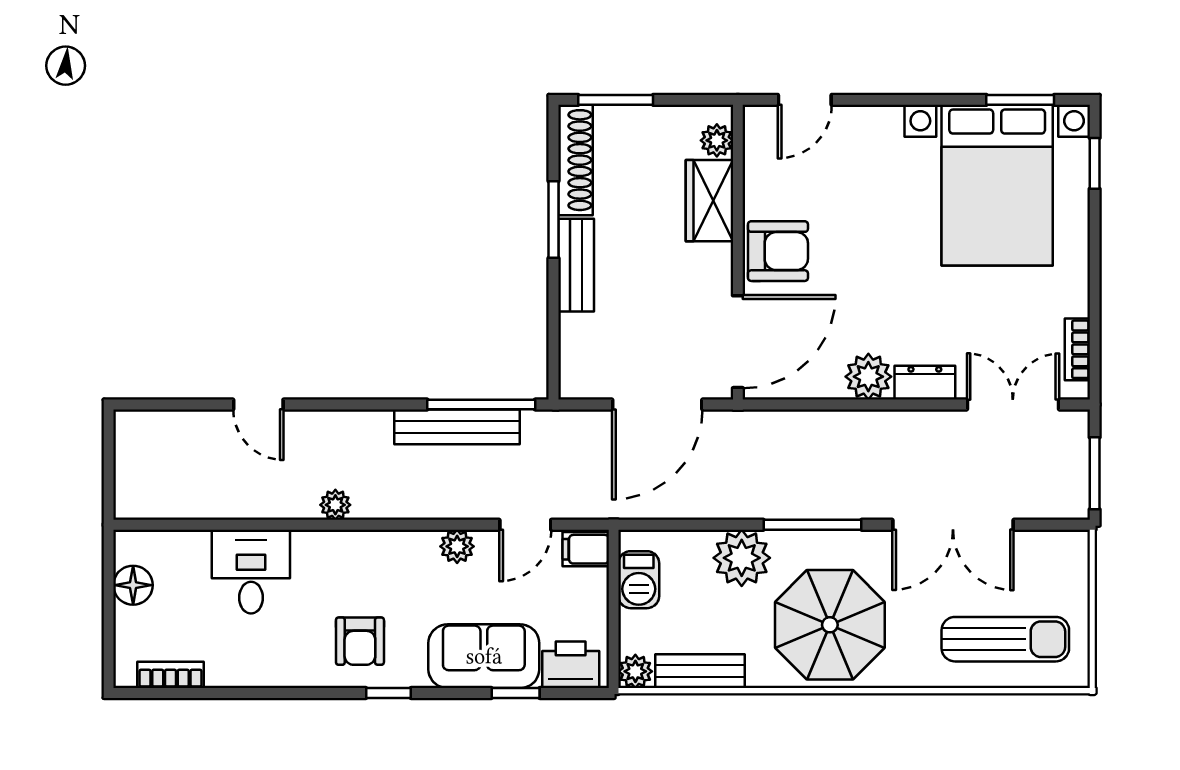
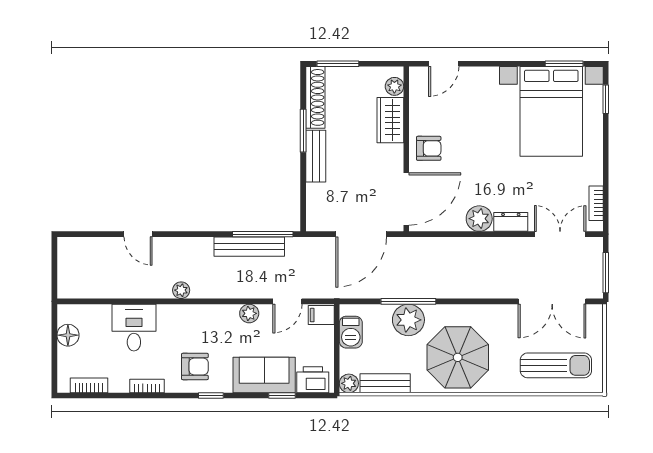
armchair: (778, 251) -> (429, 148), width x0.72, depth x0.72
window: (812, 525) -> (408, 301), moved
double door: (953, 525) -> (552, 301), moved
armchair: (360, 641) -> (195, 366), turned -90
bookcase: (274, 676) -> (147, 386), added

